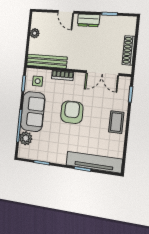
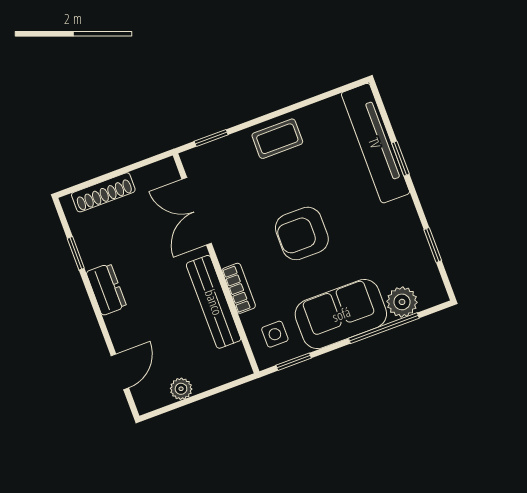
door: (66, 12) -> (120, 372), moved
shoe rack: (129, 50) -> (103, 192), moved
bench: (47, 61) -> (214, 302), moved
double door: (102, 73) -> (197, 211), swing flipped

